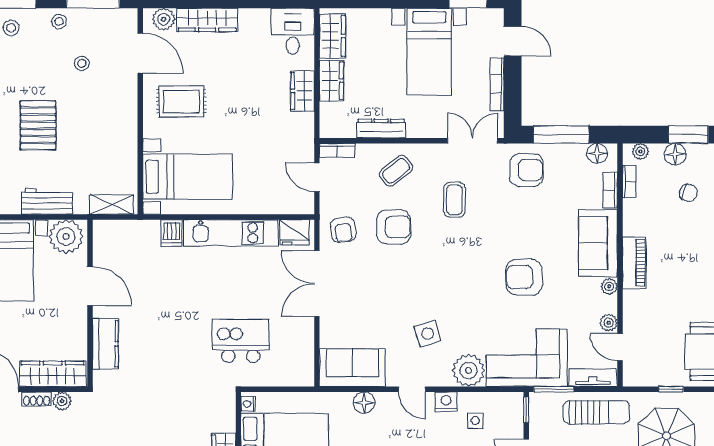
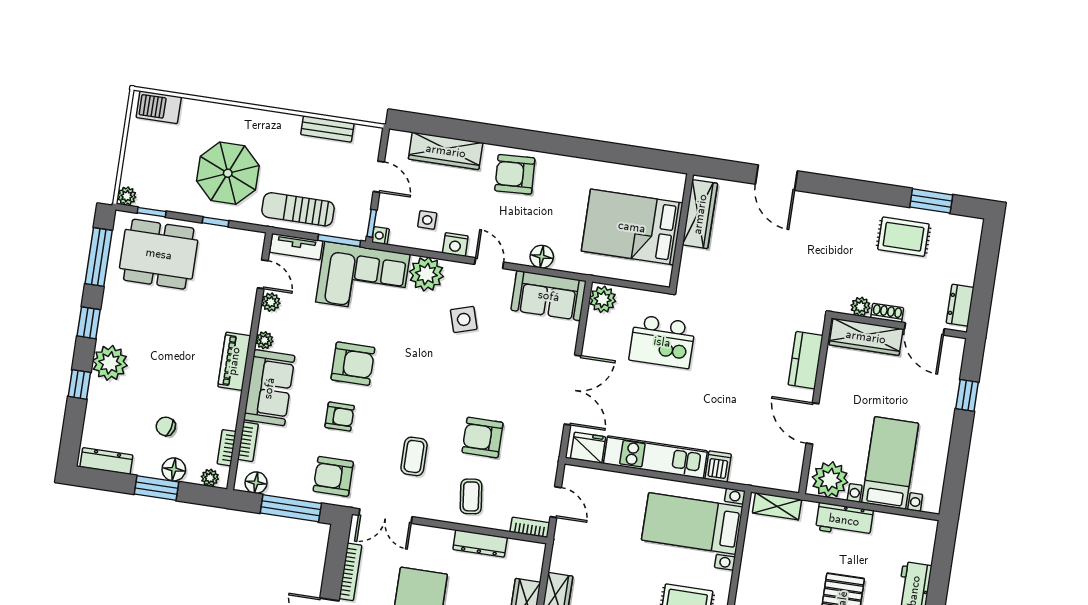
coffee table: (396, 171) -> (471, 496), turned -58
armchair: (343, 230) -> (340, 417), moved, turned 98
plant: (302, 372) -> (603, 299), added
nightstand: (248, 404) -> (381, 236), moved, turned 180

